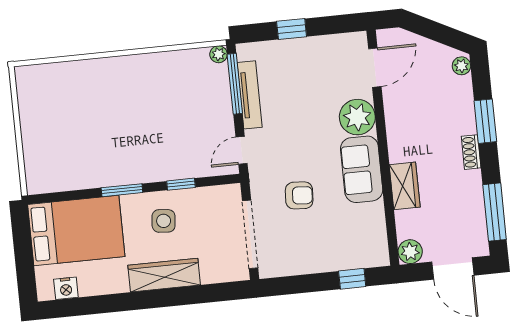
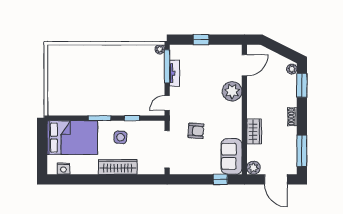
tv unit: (250, 95) -> (175, 73), width x0.71
window: (485, 121) -> (302, 85), moved
sofa: (362, 169) -> (232, 156), moved

